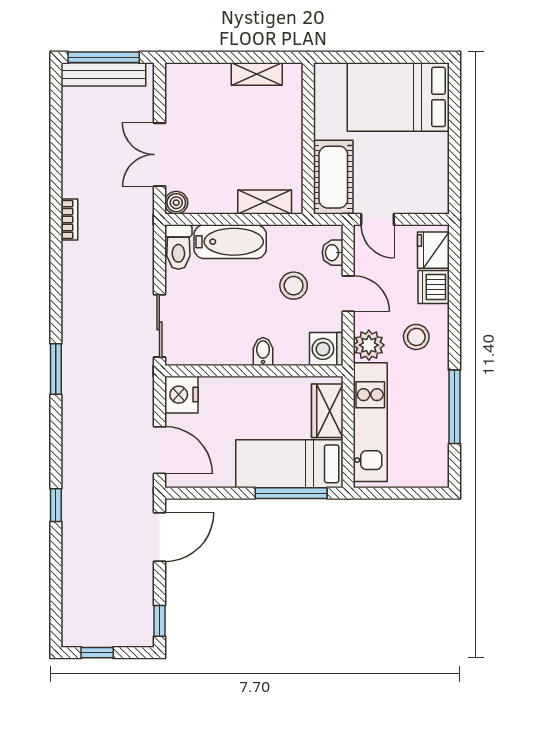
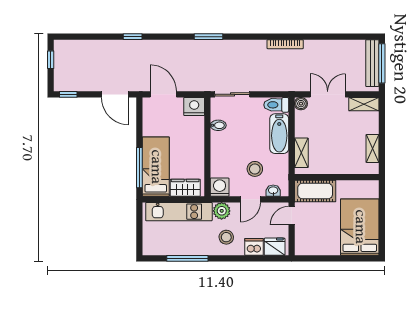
shelving: (177, 90) -> (364, 104), added
bookcase: (69, 220) -> (285, 44), width x1.56
bidet: (263, 351) -> (218, 125), moved
door: (159, 450) -> (163, 94), swing flipped

